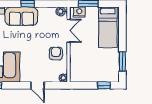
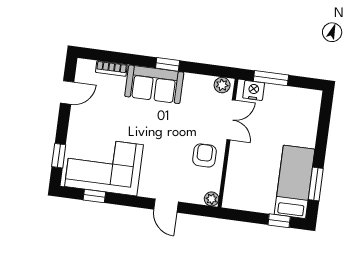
bed: (108, 27) -> (294, 182), moved, turned 180

